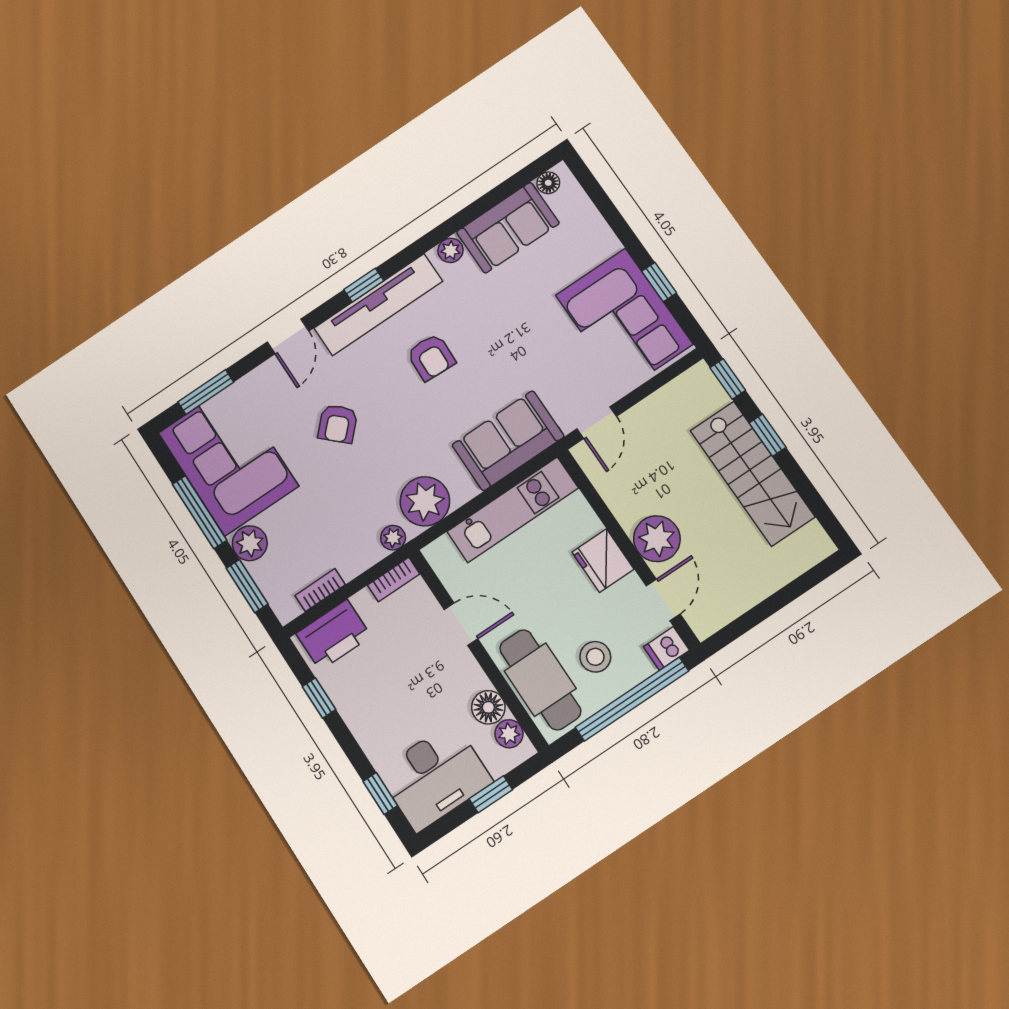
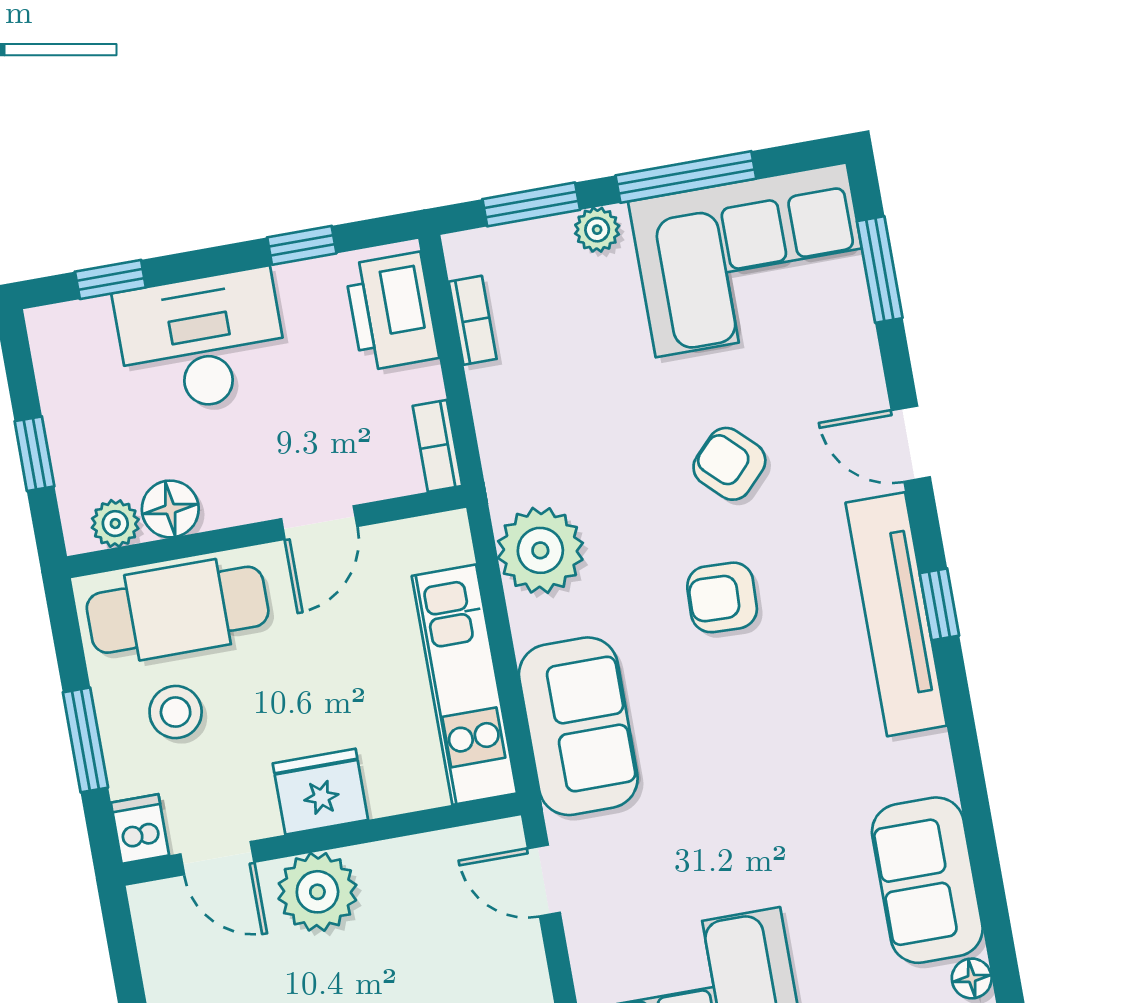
plant: (450, 250) -> (932, 771), removed
armchair: (431, 357) -> (722, 597), moved
plant: (393, 538) -> (505, 474), removed
plant: (250, 543) -> (597, 230), width x0.73, depth x0.73
window: (632, 699) -> (85, 740), width x0.47
desk: (435, 777) -> (202, 342), moved, turned 90

